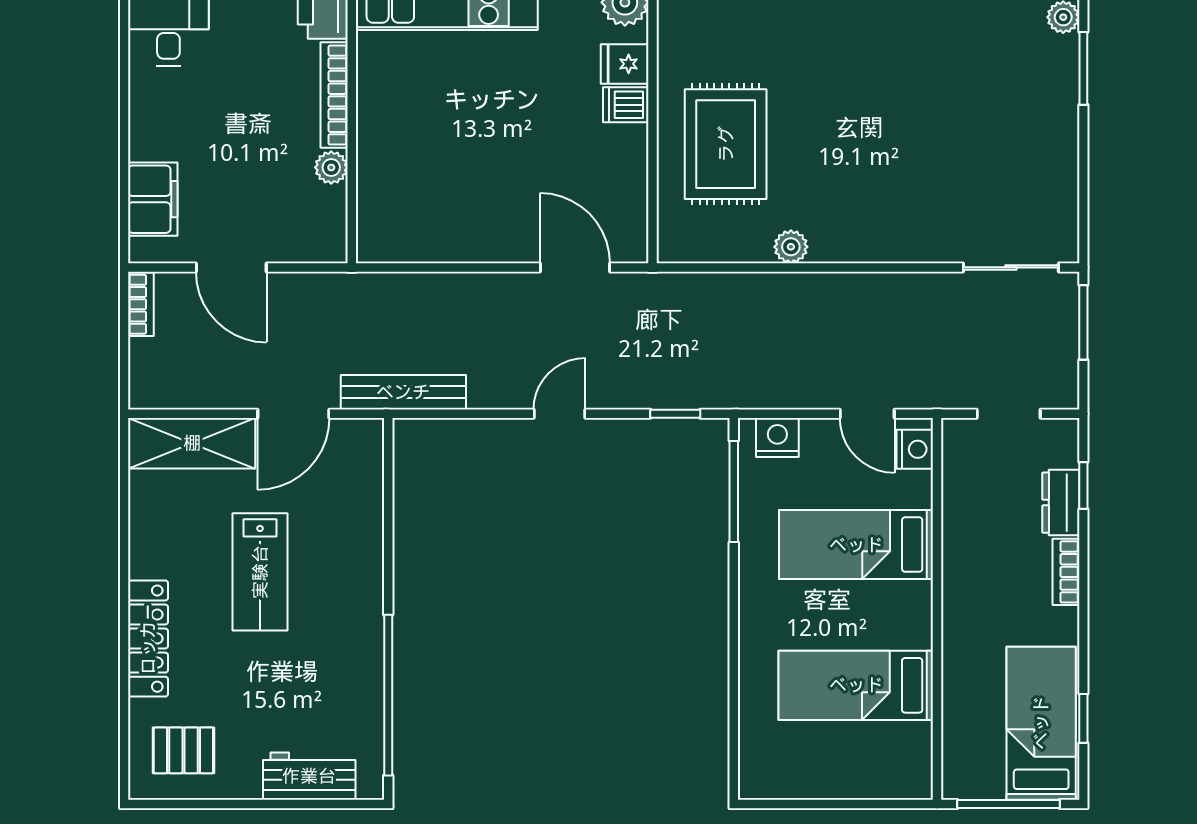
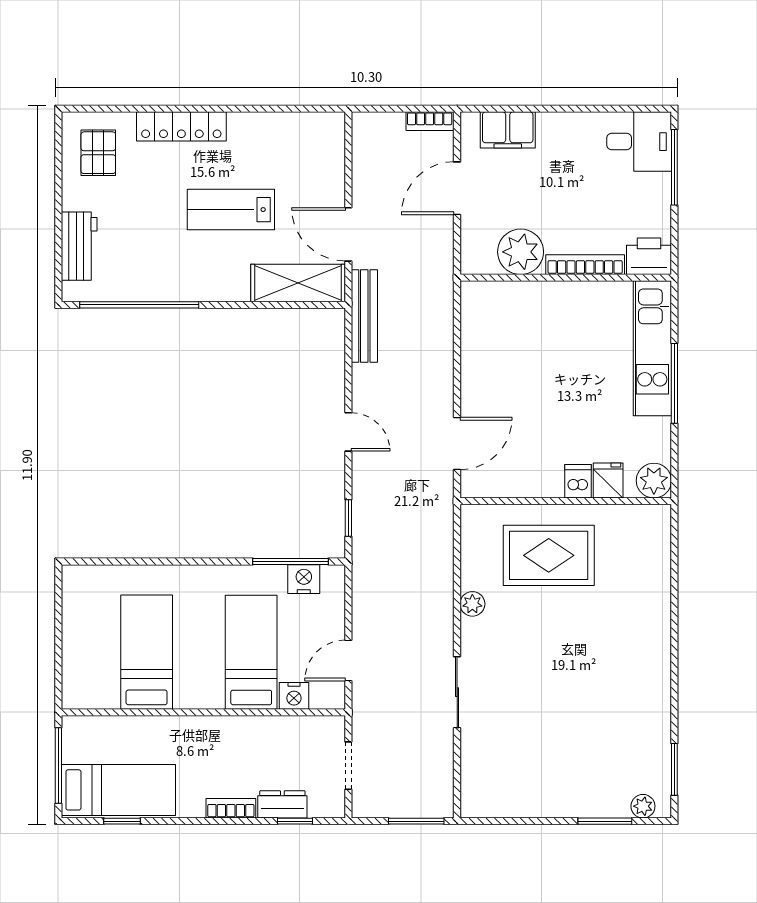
plant: (331, 167) -> (521, 252), width x1.88, depth x1.88
sliding door: (1011, 267) -> (457, 692), moved
nightstand: (777, 437) -> (304, 579), moved, turned -90
shelving: (192, 443) -> (298, 283), moved, turned 90
nightstand: (915, 449) -> (294, 696), moved

